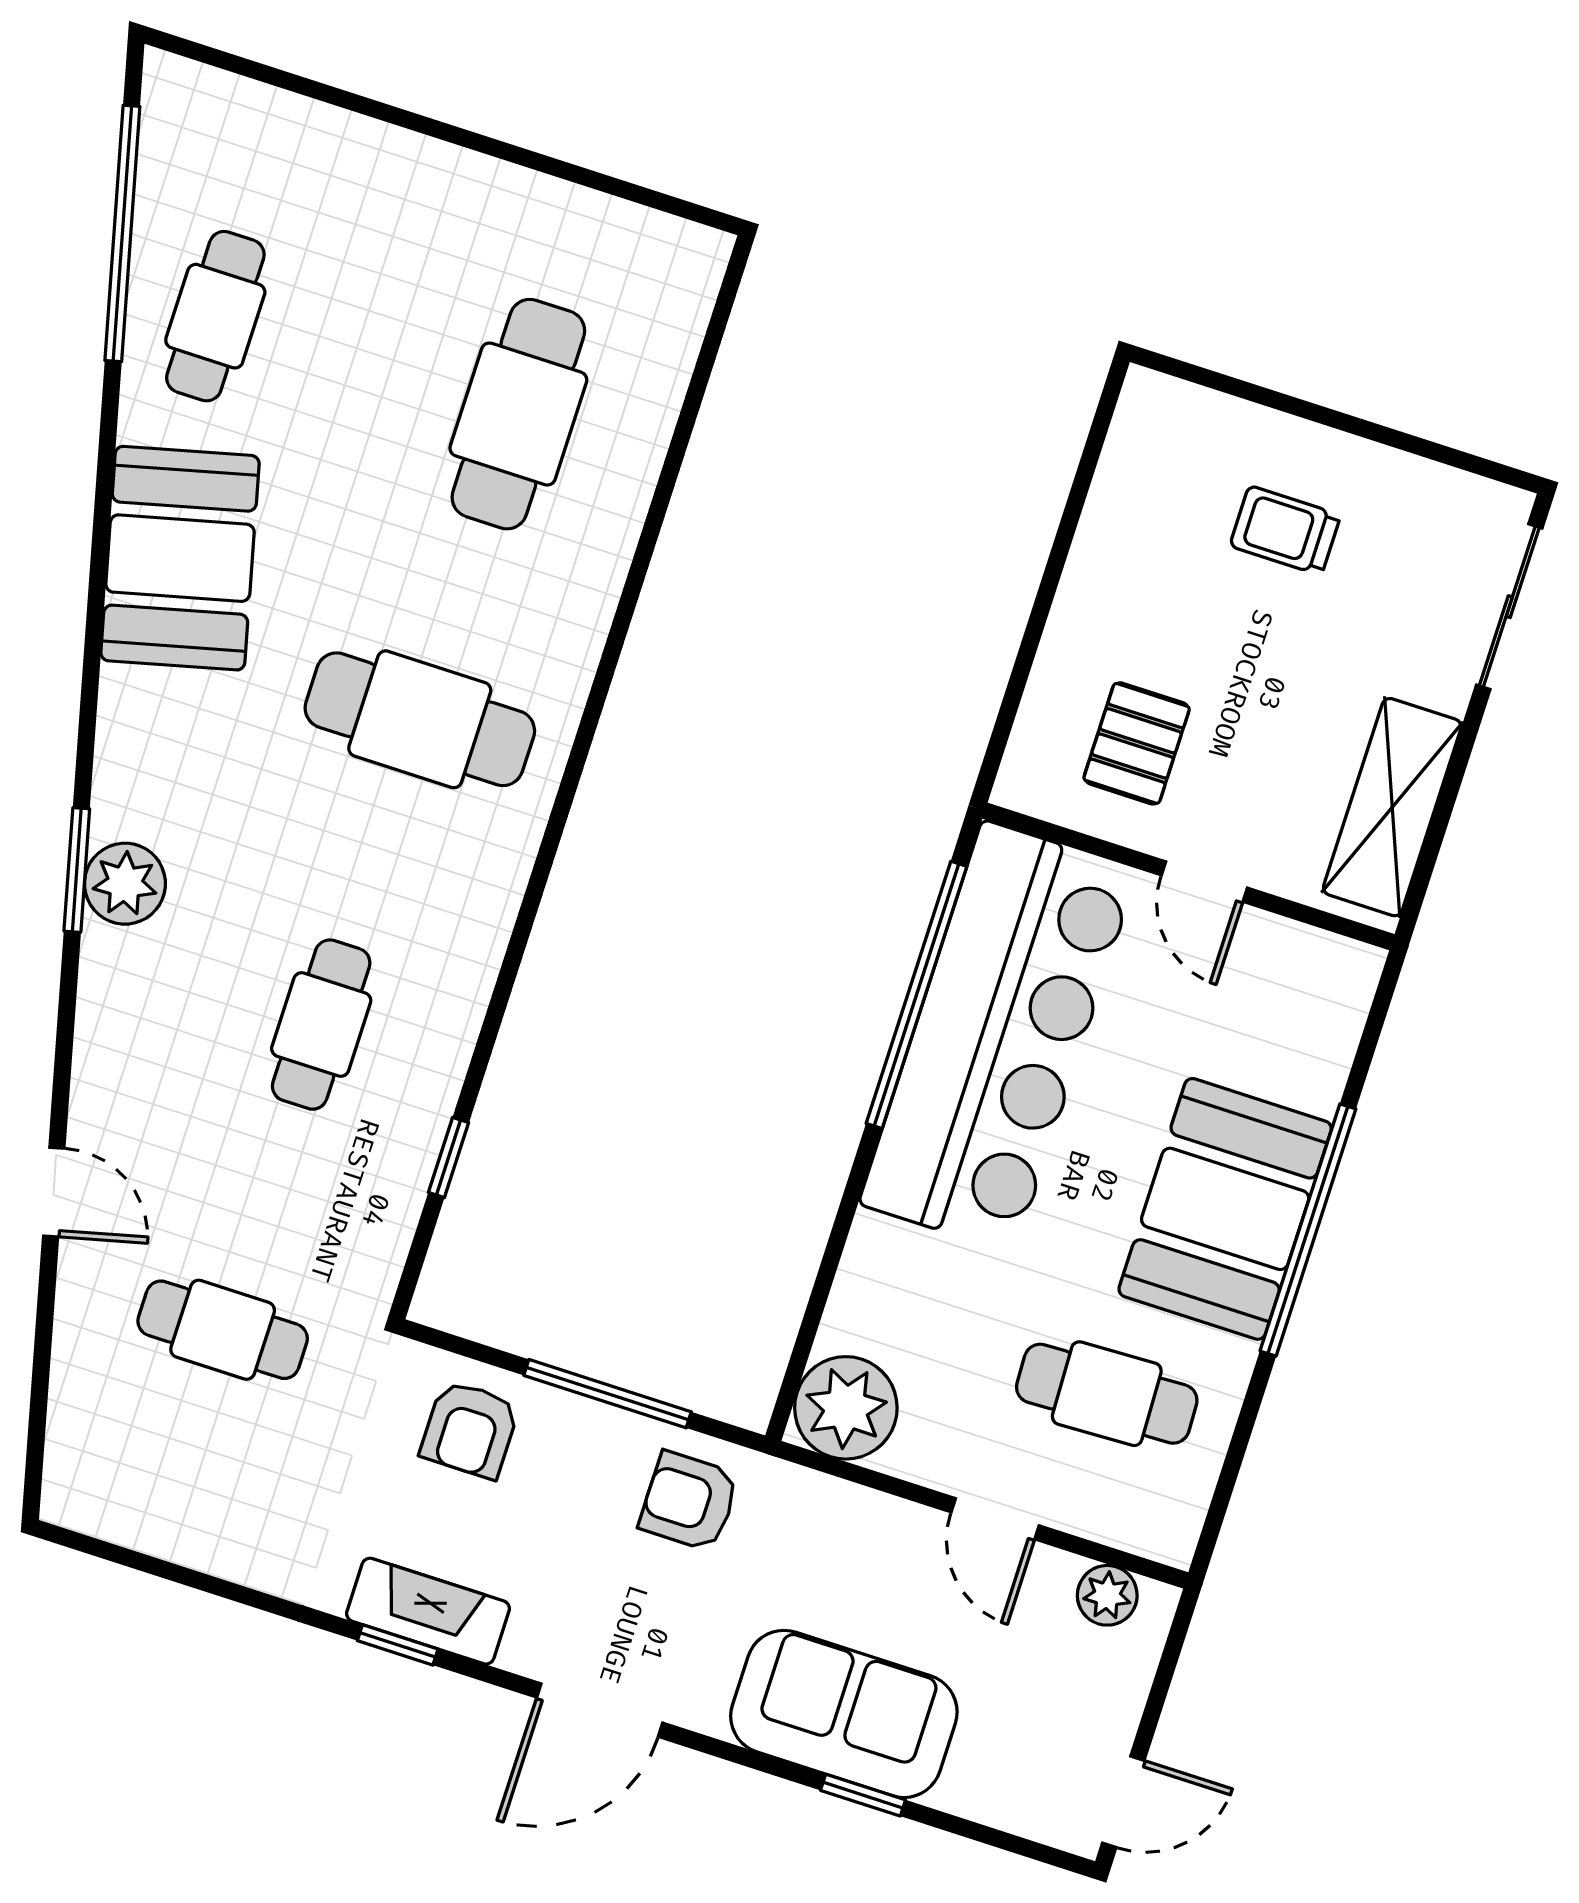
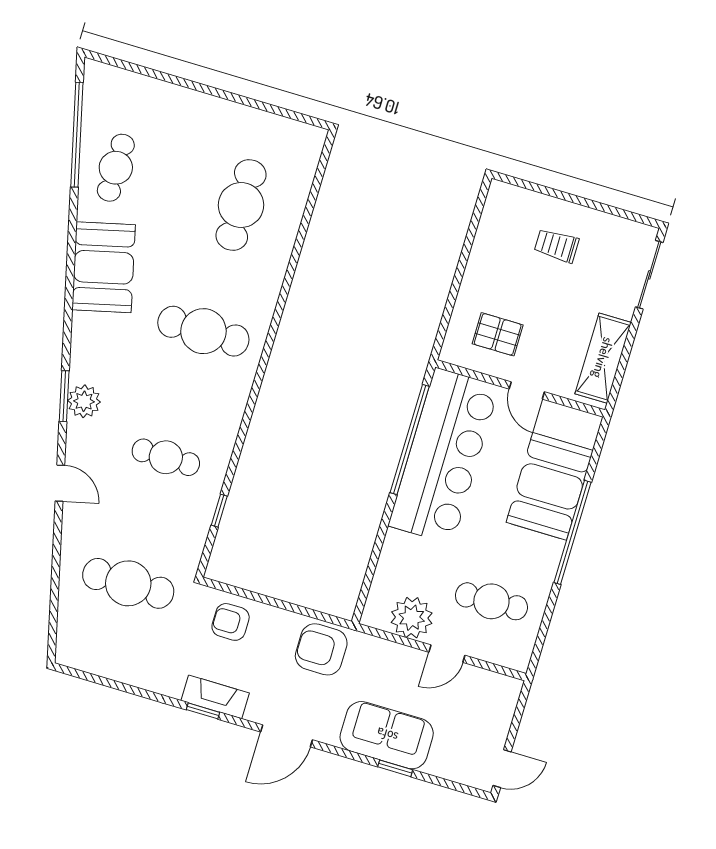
pallet: (1137, 743) -> (498, 334), turned 90
cafe table: (321, 1025) -> (166, 457), turned 90
door: (54, 1192) -> (60, 483), moved
booth: (1225, 1209) -> (550, 486), moved
cafe table: (223, 1330) -> (128, 583), width x1.37, depth x1.35
window: (608, 1394) -> (287, 606), removed
plant: (846, 1408) -> (412, 618), moved
armchair: (470, 1429) -> (231, 622), turned 90
armchair: (689, 1501) -> (321, 649), width x1.38, depth x1.38
door: (995, 1519) -> (447, 654), hinge flipped
plant: (1107, 1595) -> (494, 684), removed

